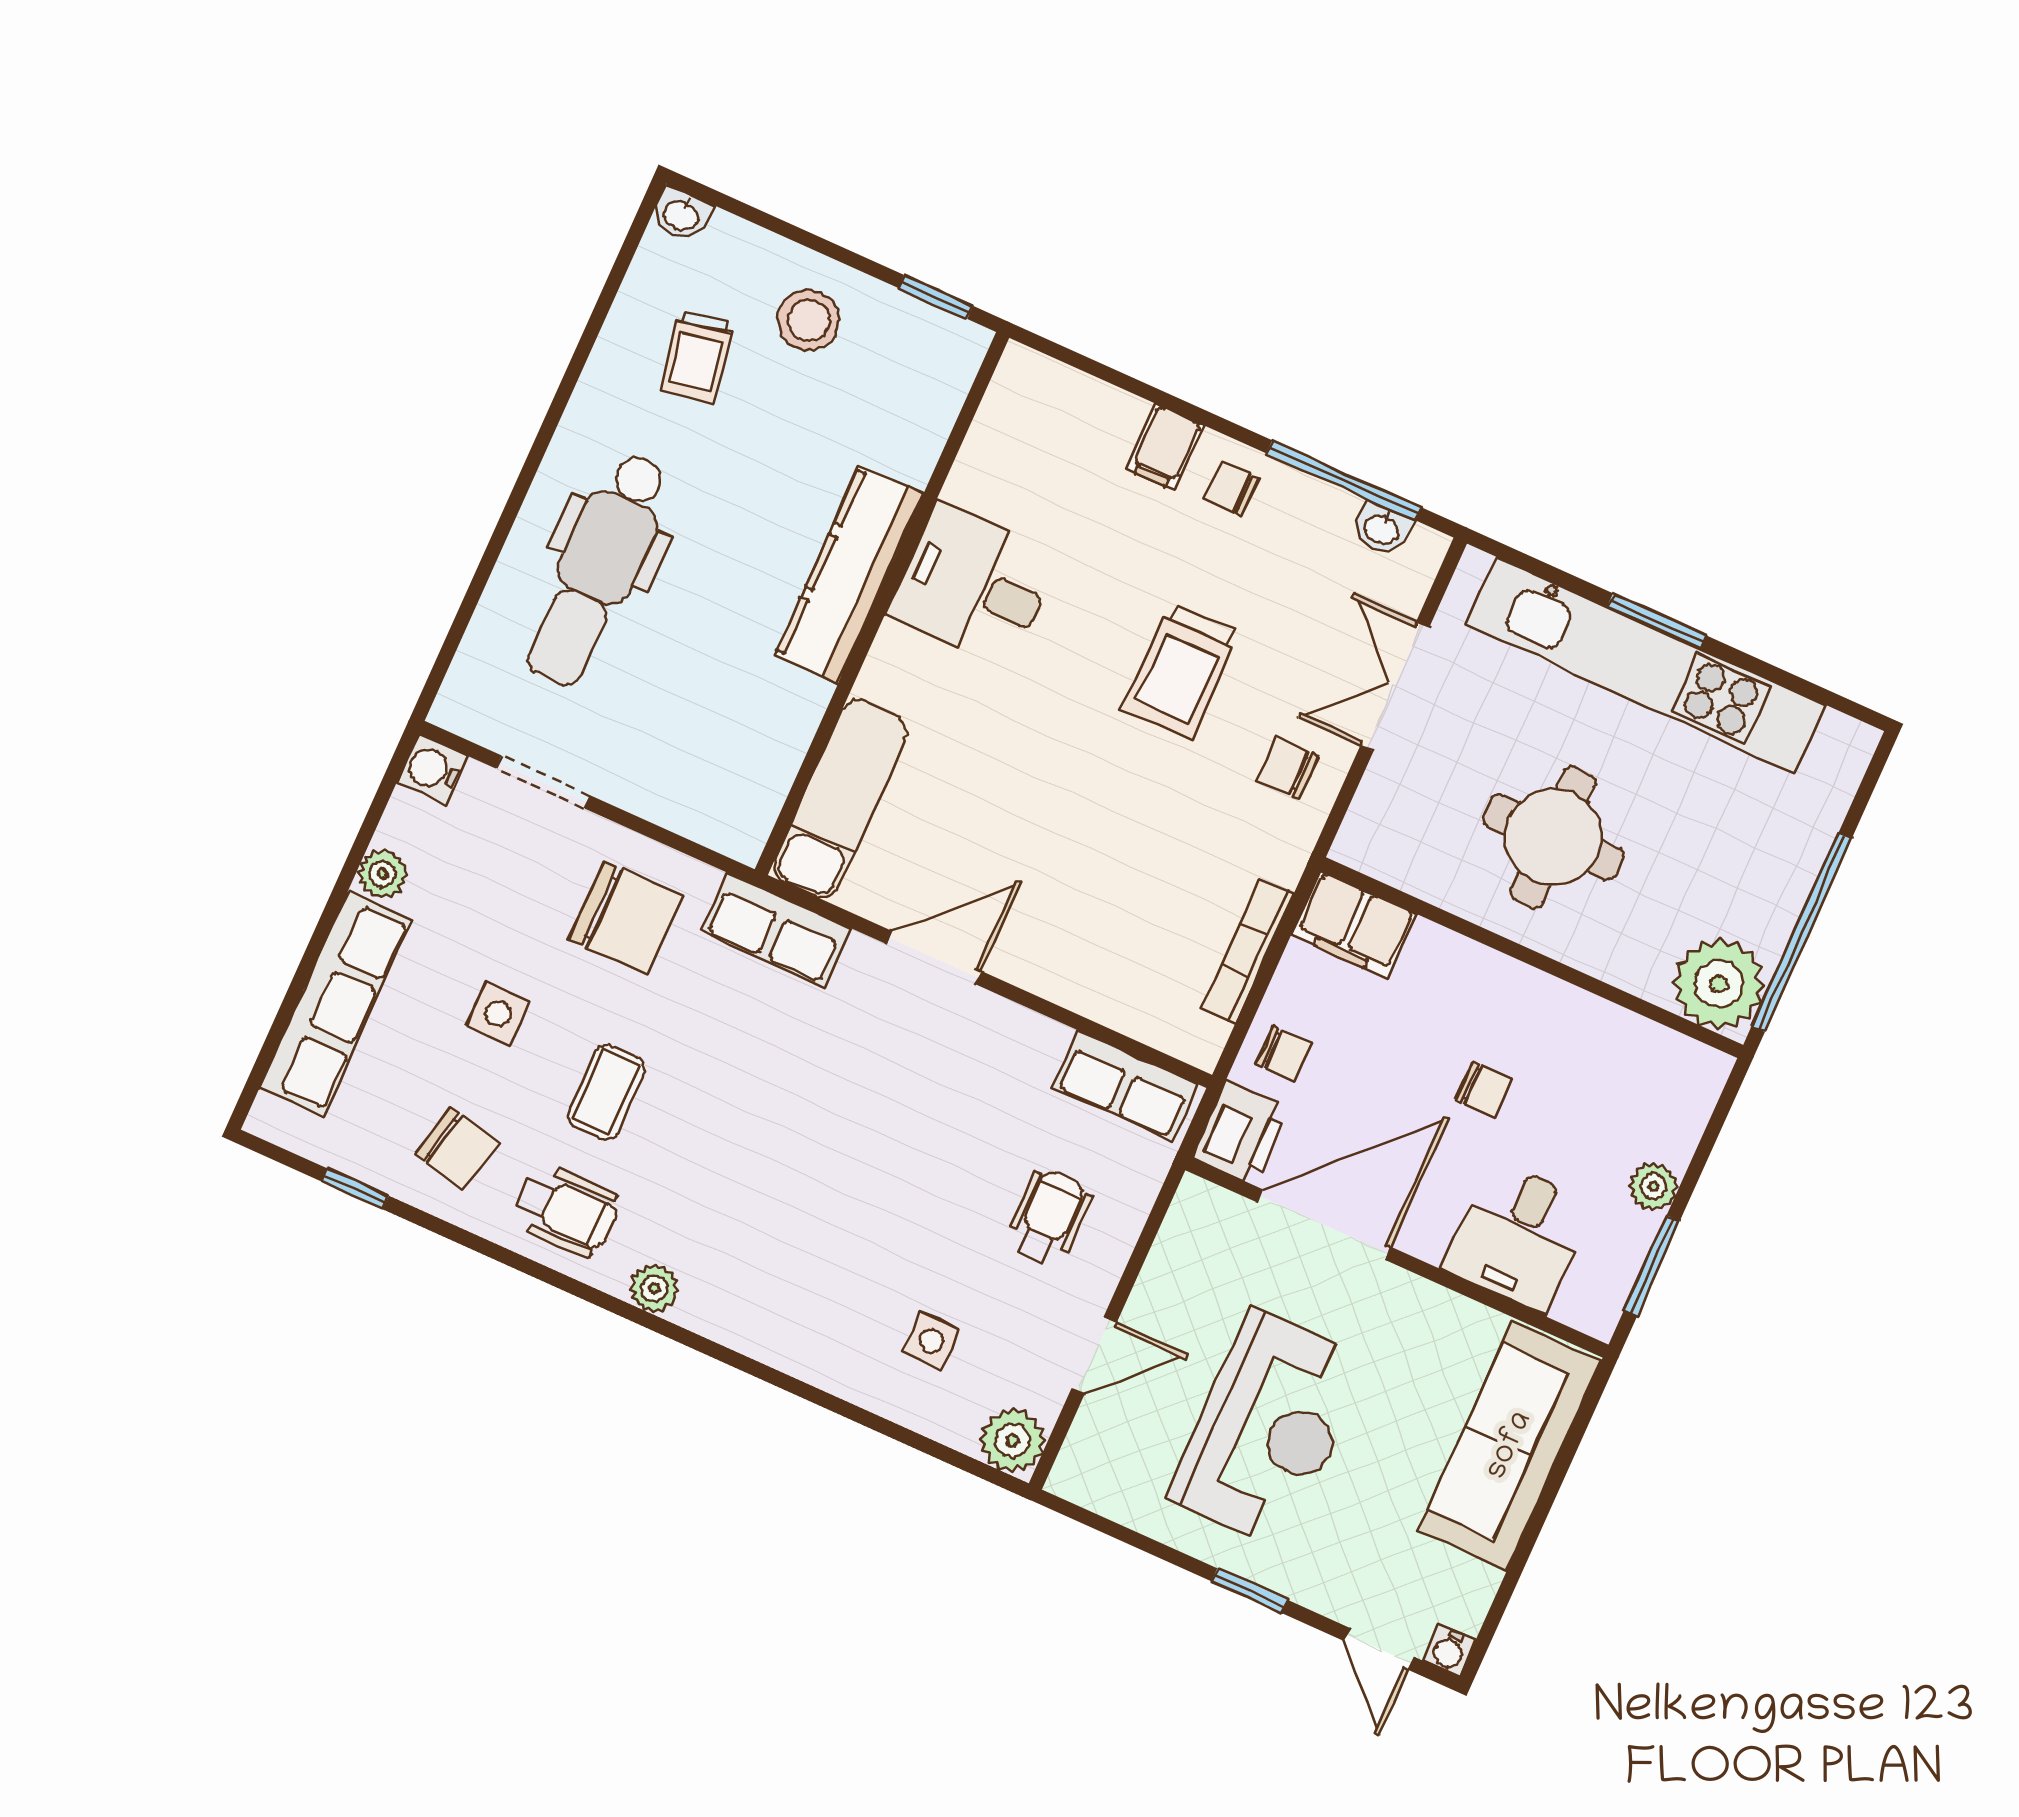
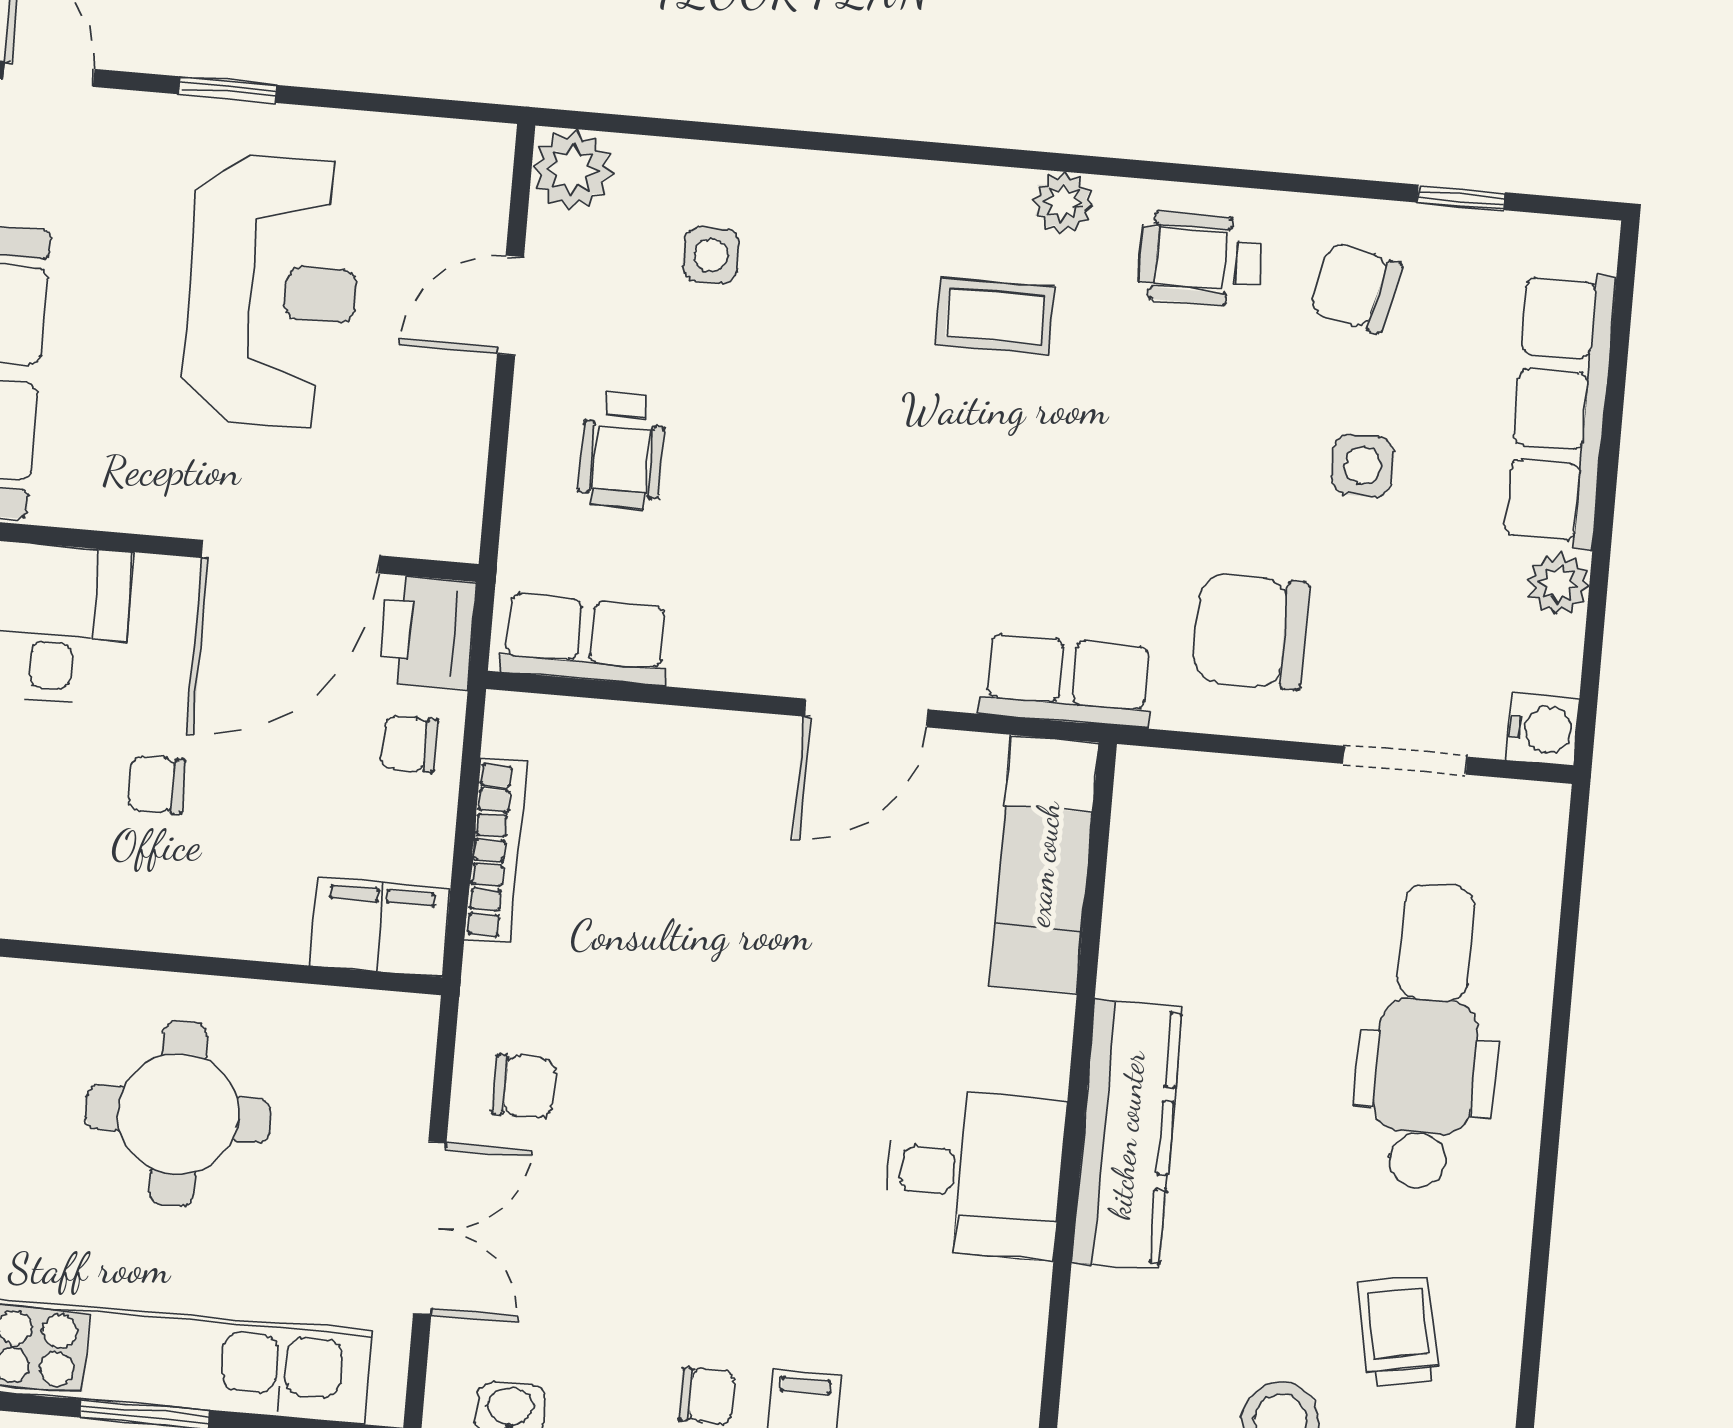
trolley: (1181, 671) -> (691, 1157), removed
coffee table: (606, 1092) -> (995, 316), moved, turned 90
reception desk: (1268, 1429) -> (272, 290), turned 180

